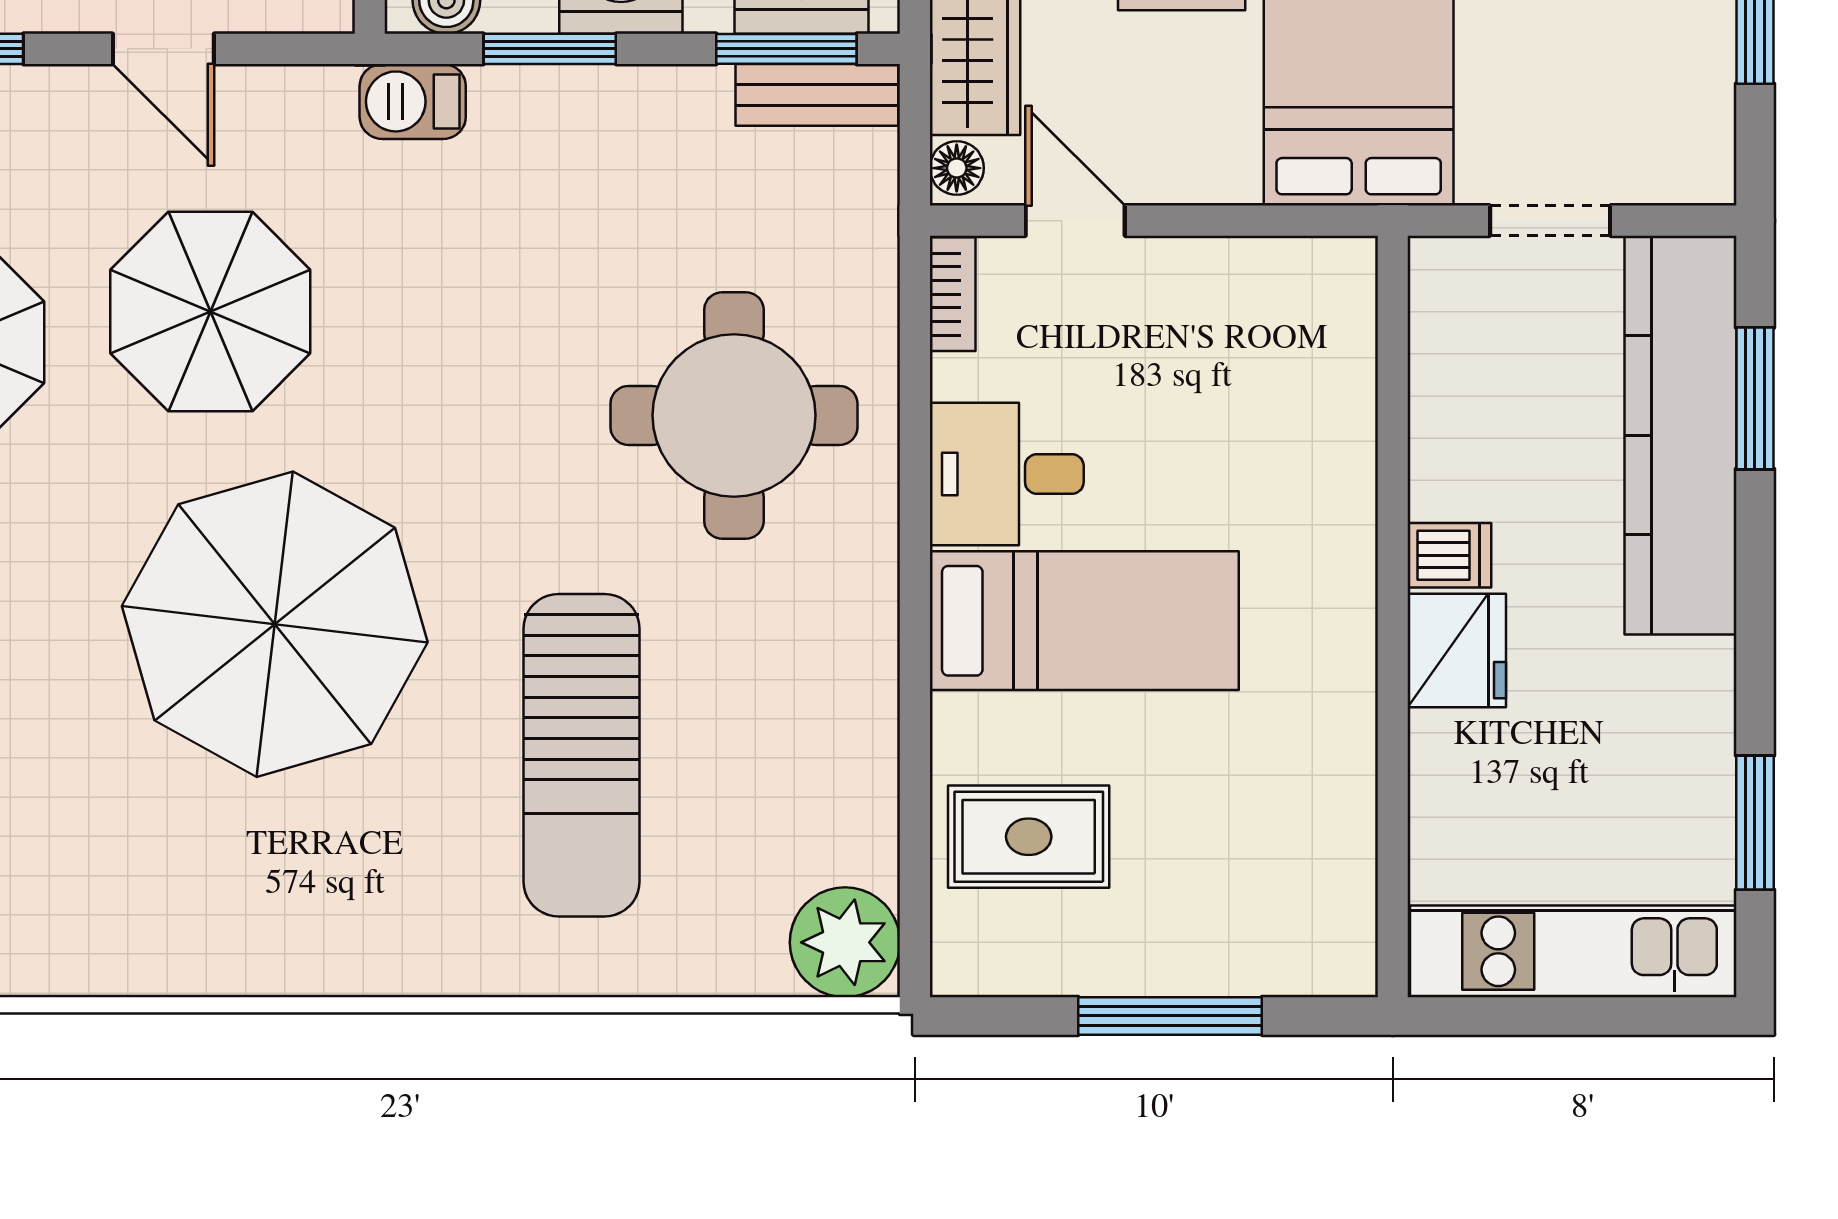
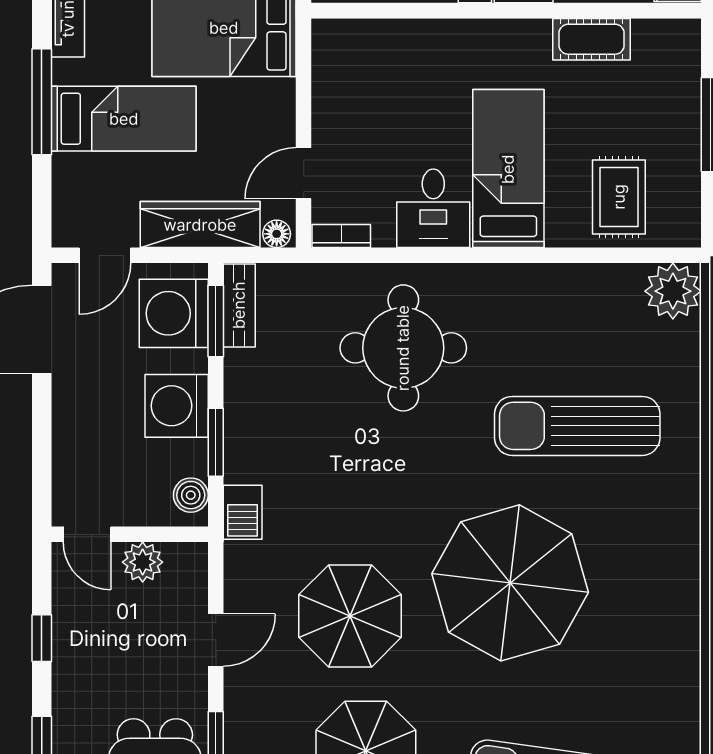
sun lounger: (582, 755) -> (577, 426), turned 180
cot: (1337, 783) -> (592, 39), added

